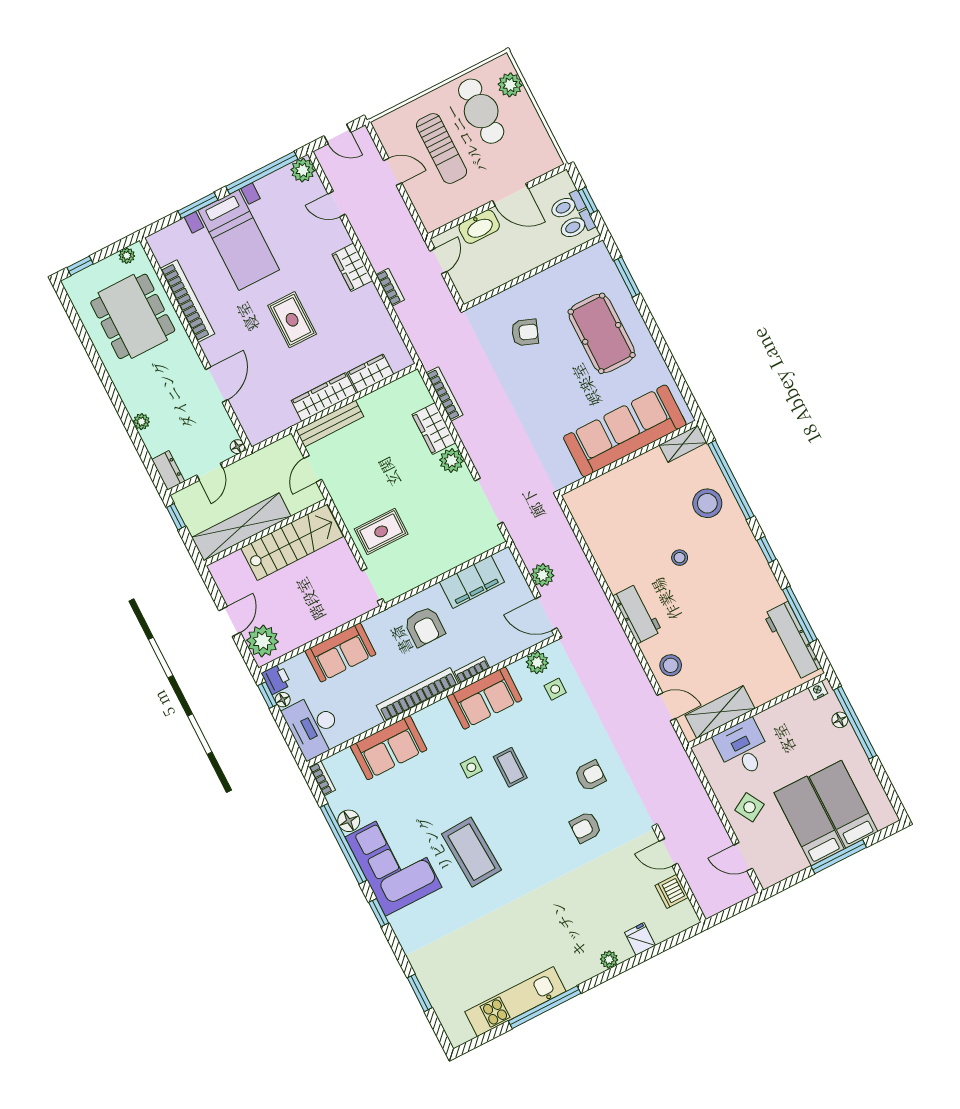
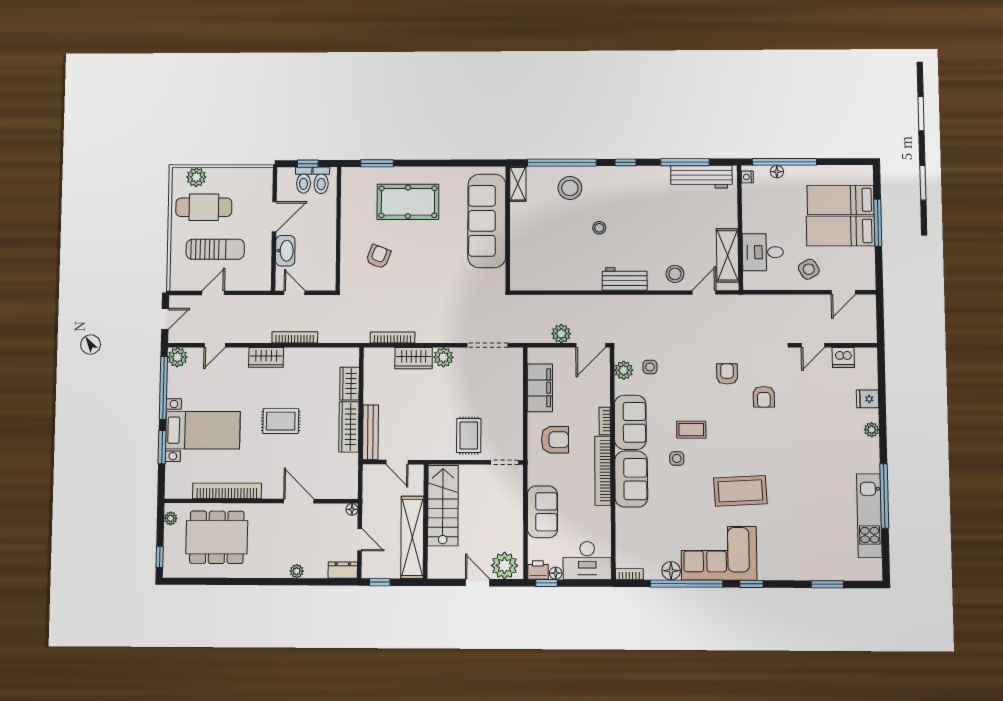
bookcase: (390, 287) -> (295, 337), width x1.56
sofa: (389, 748) -> (631, 479), moved

